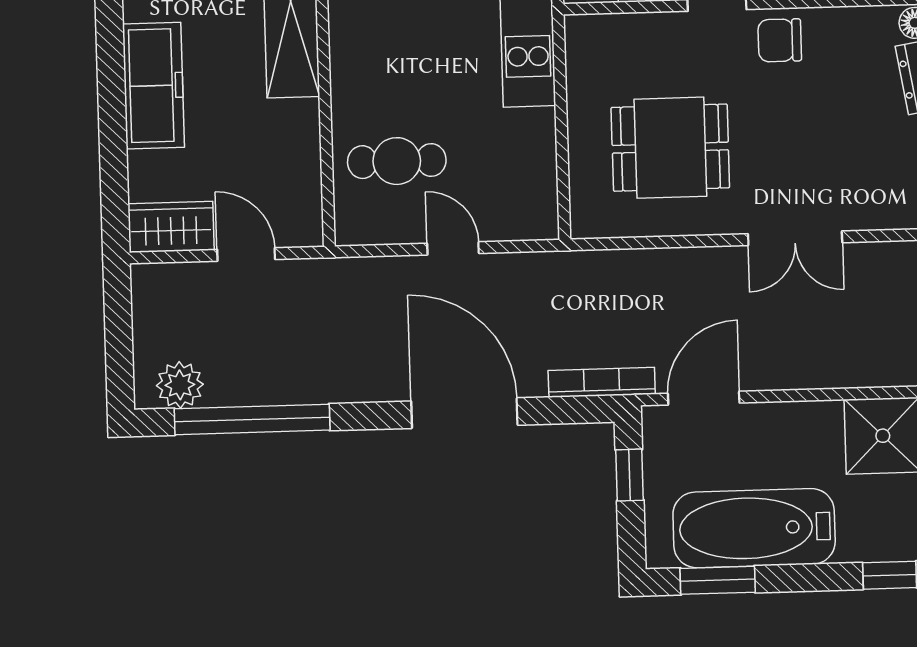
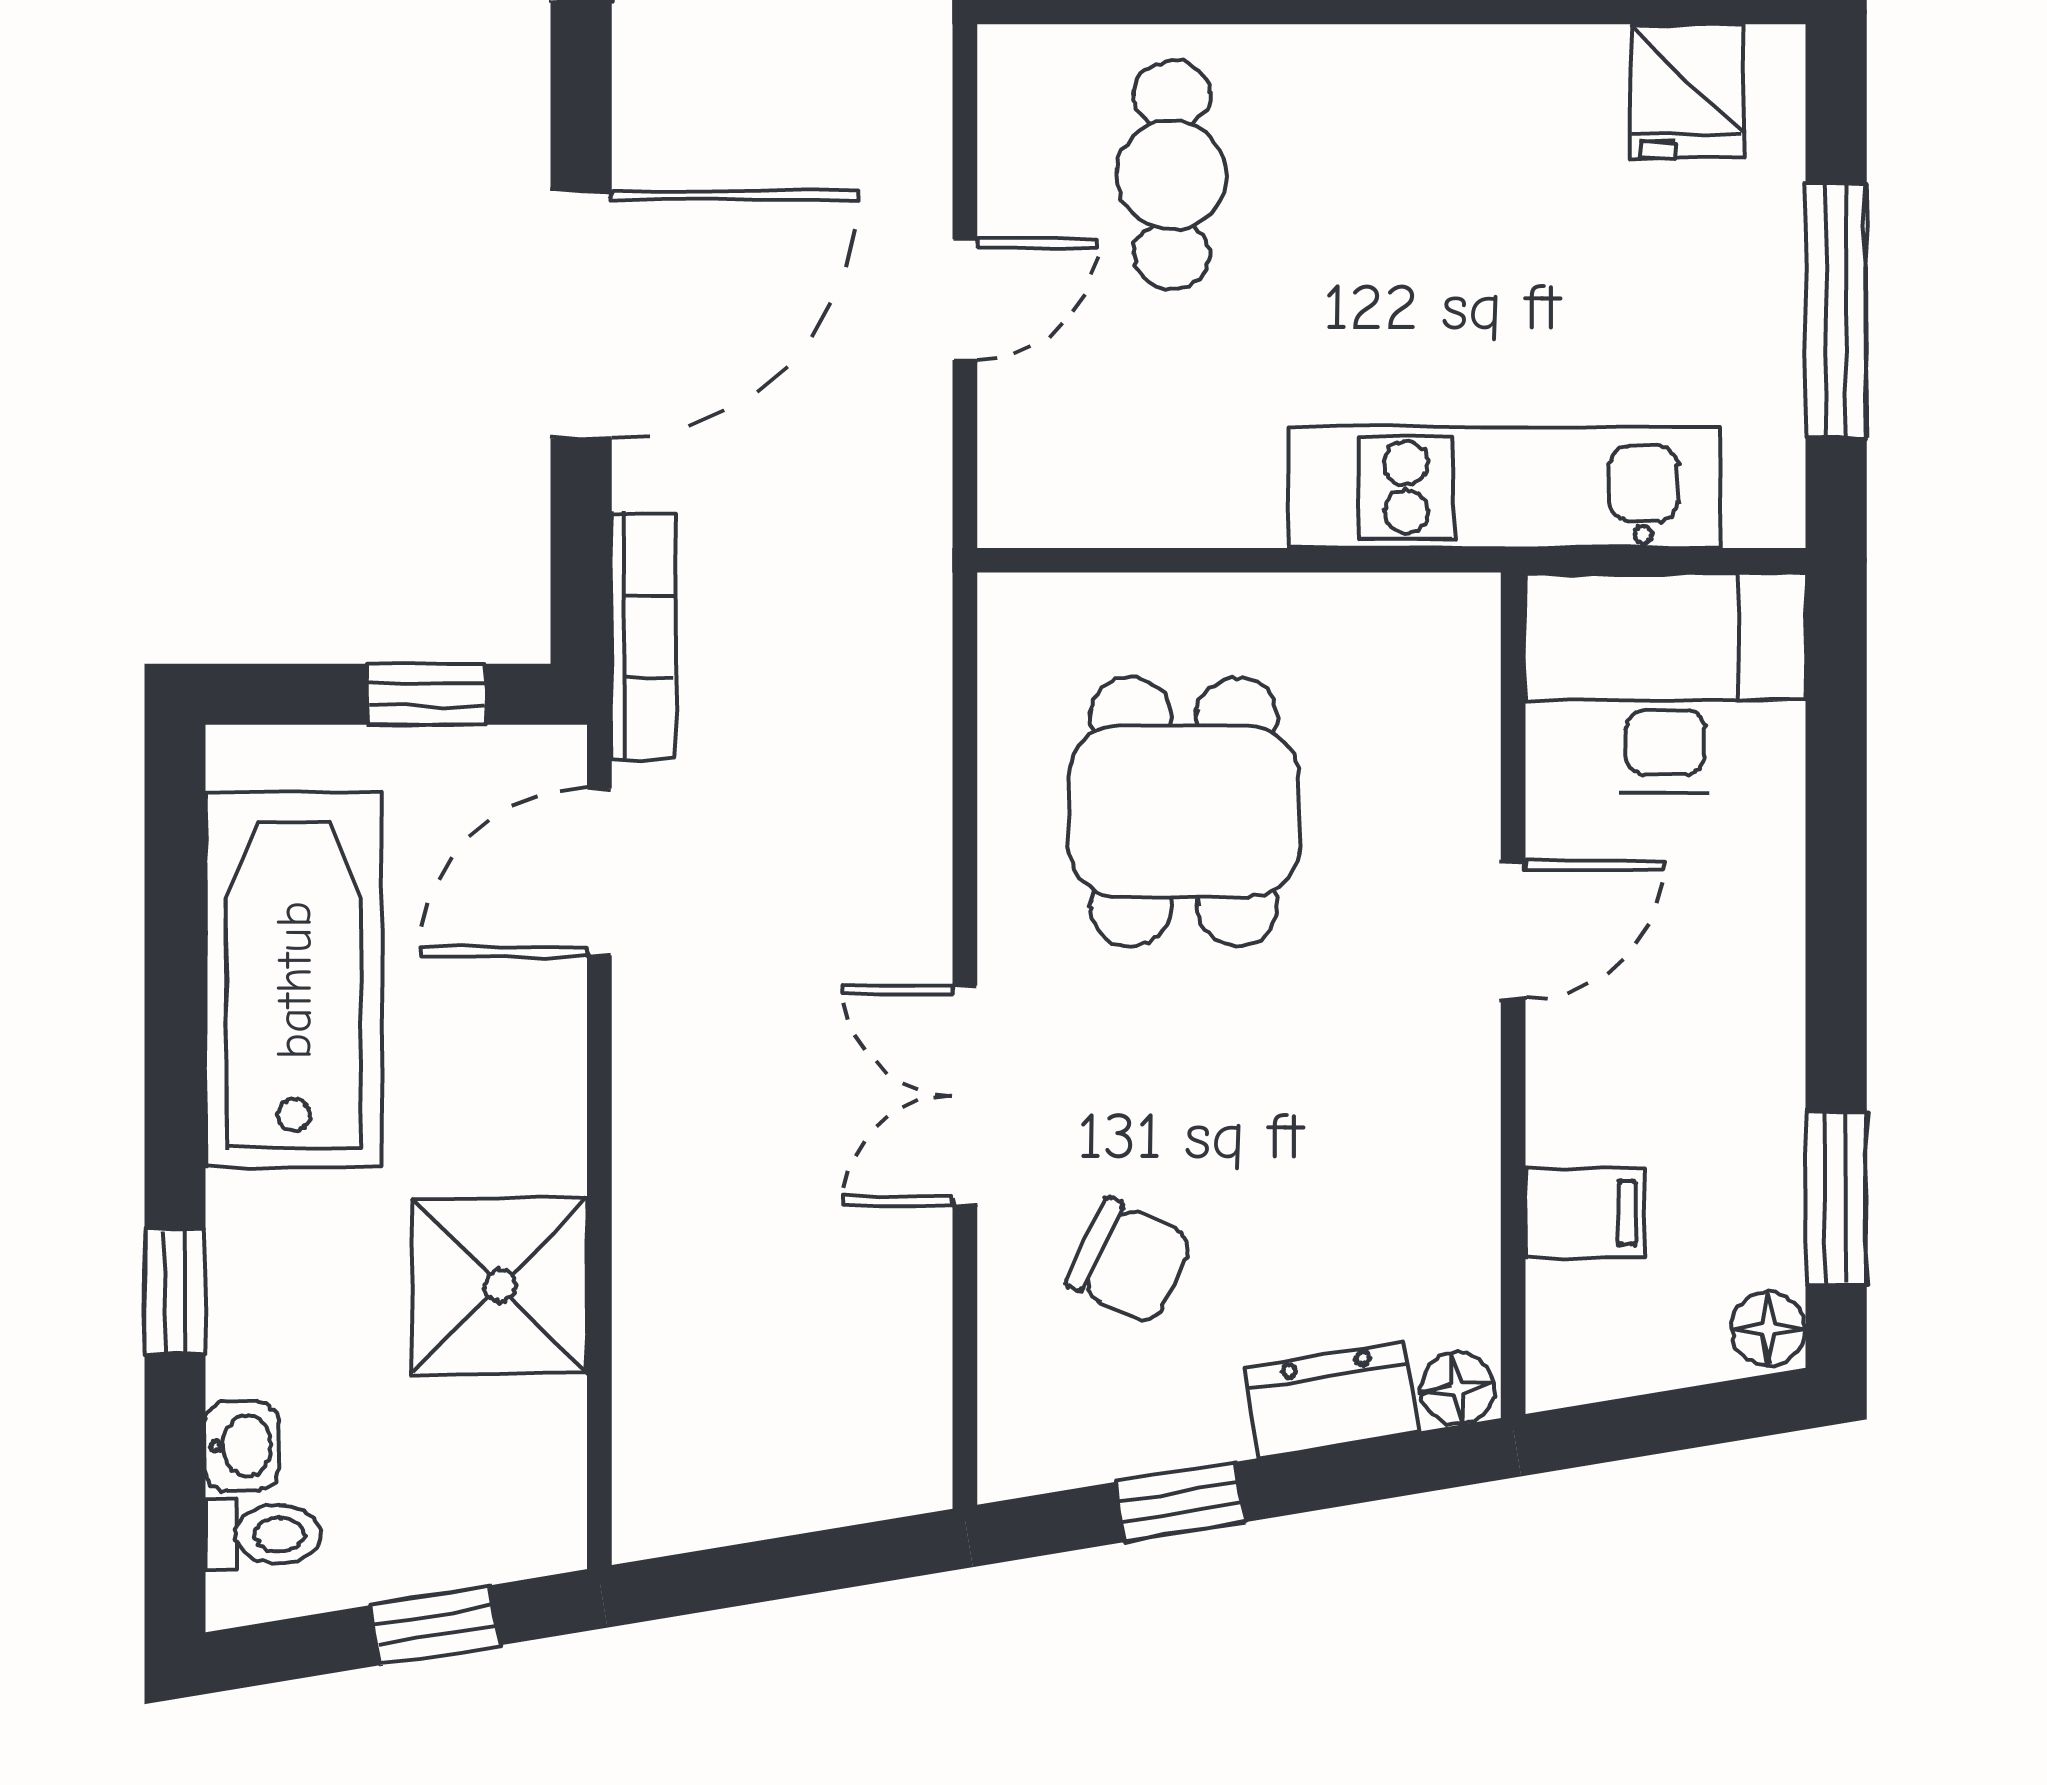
chair: (780, 40) -> (1130, 1261), moved, turned 116
door: (704, 398) -> (599, 872), swing flipped
window: (718, 580) -> (175, 892), removed

